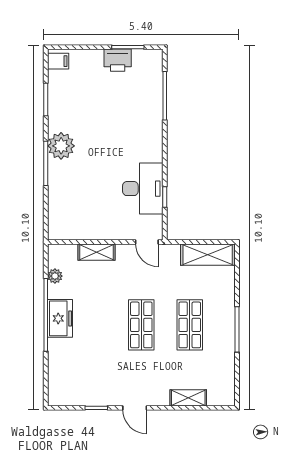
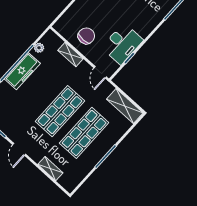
chair: (95, 216) -> (86, 36), added
freezer: (60, 318) -> (22, 71), width x1.40
shop shelf: (141, 325) -> (60, 111), width x1.43, depth x1.36
shop shelf: (190, 325) -> (84, 133), width x1.43, depth x1.36

